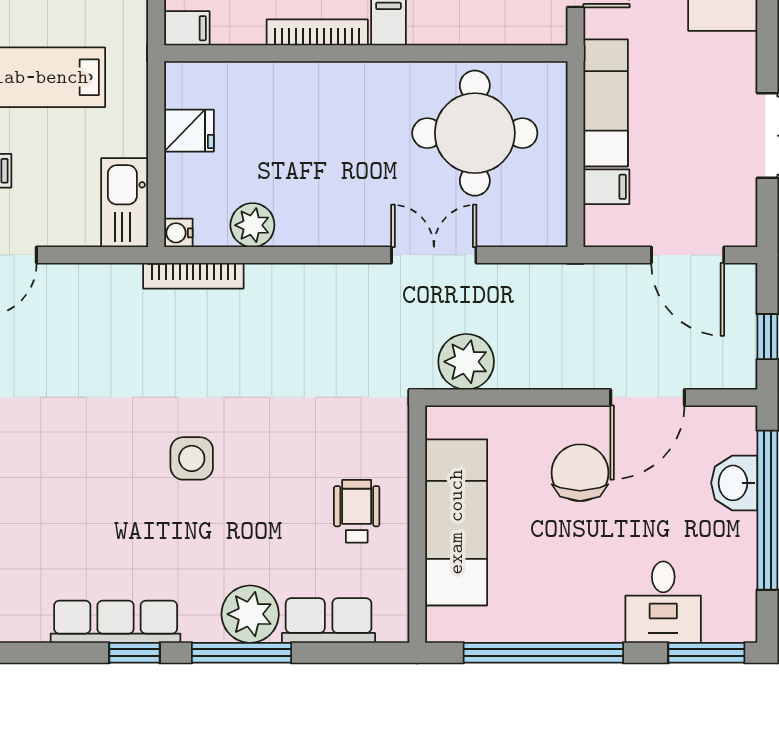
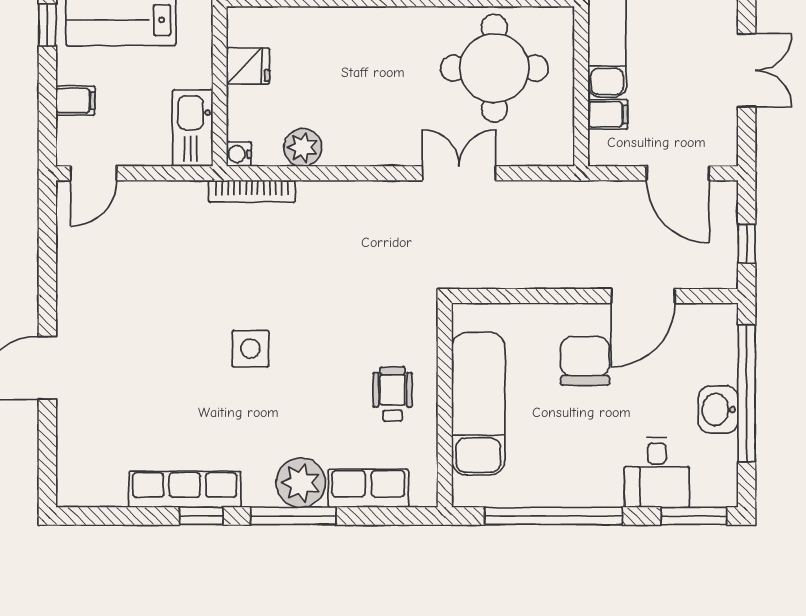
plant: (466, 362) -> (487, 265), removed
washbasin: (734, 483) -> (718, 410), moved

